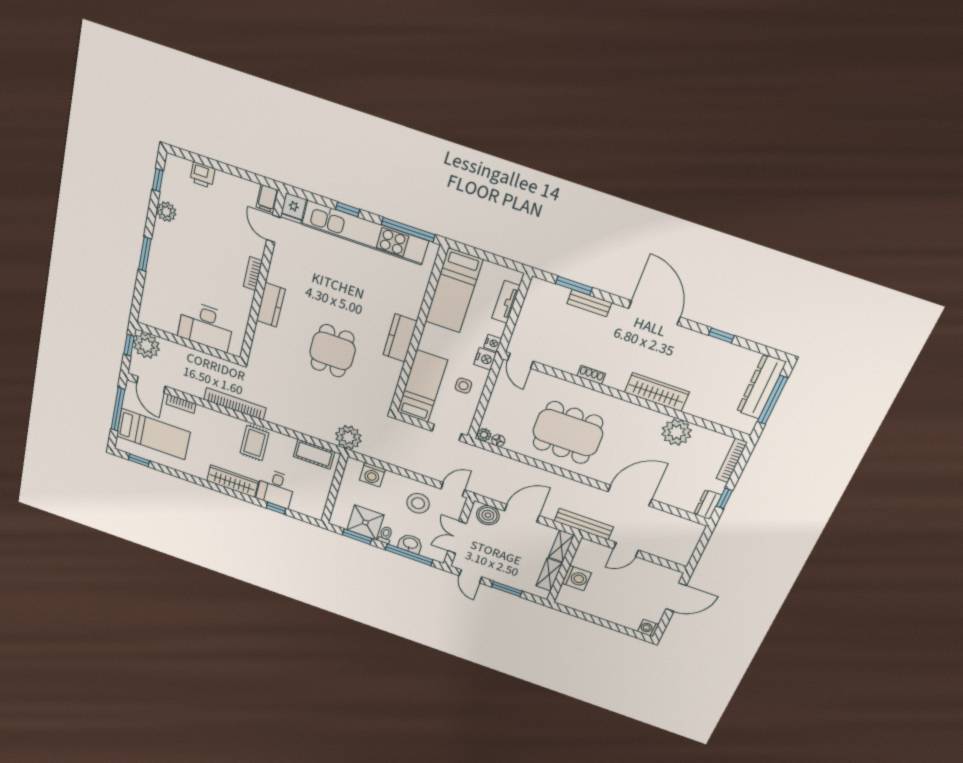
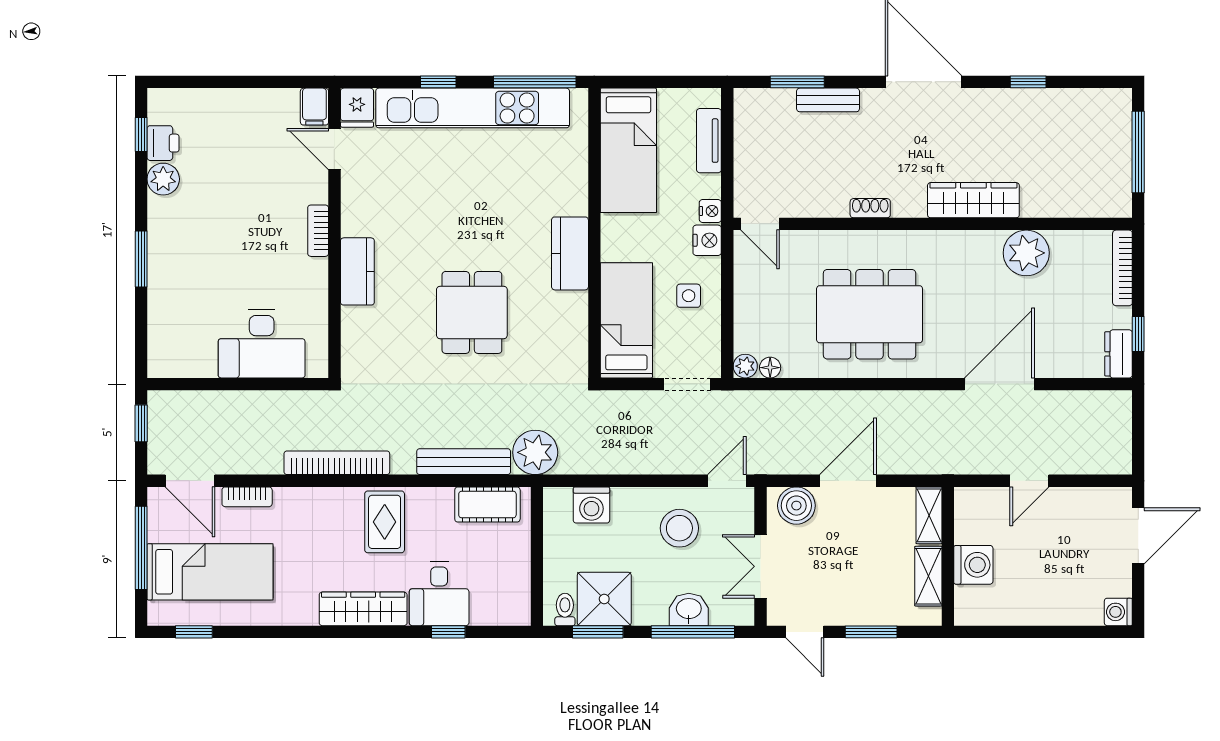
printer: (202, 175) -> (163, 143), moved, turned -90
plant: (146, 345) -> (170, 413), removed
dresser: (761, 387) -> (1114, 138), removed
bench: (584, 524) -> (464, 462), moved
toilet: (385, 535) -> (565, 609), moved

